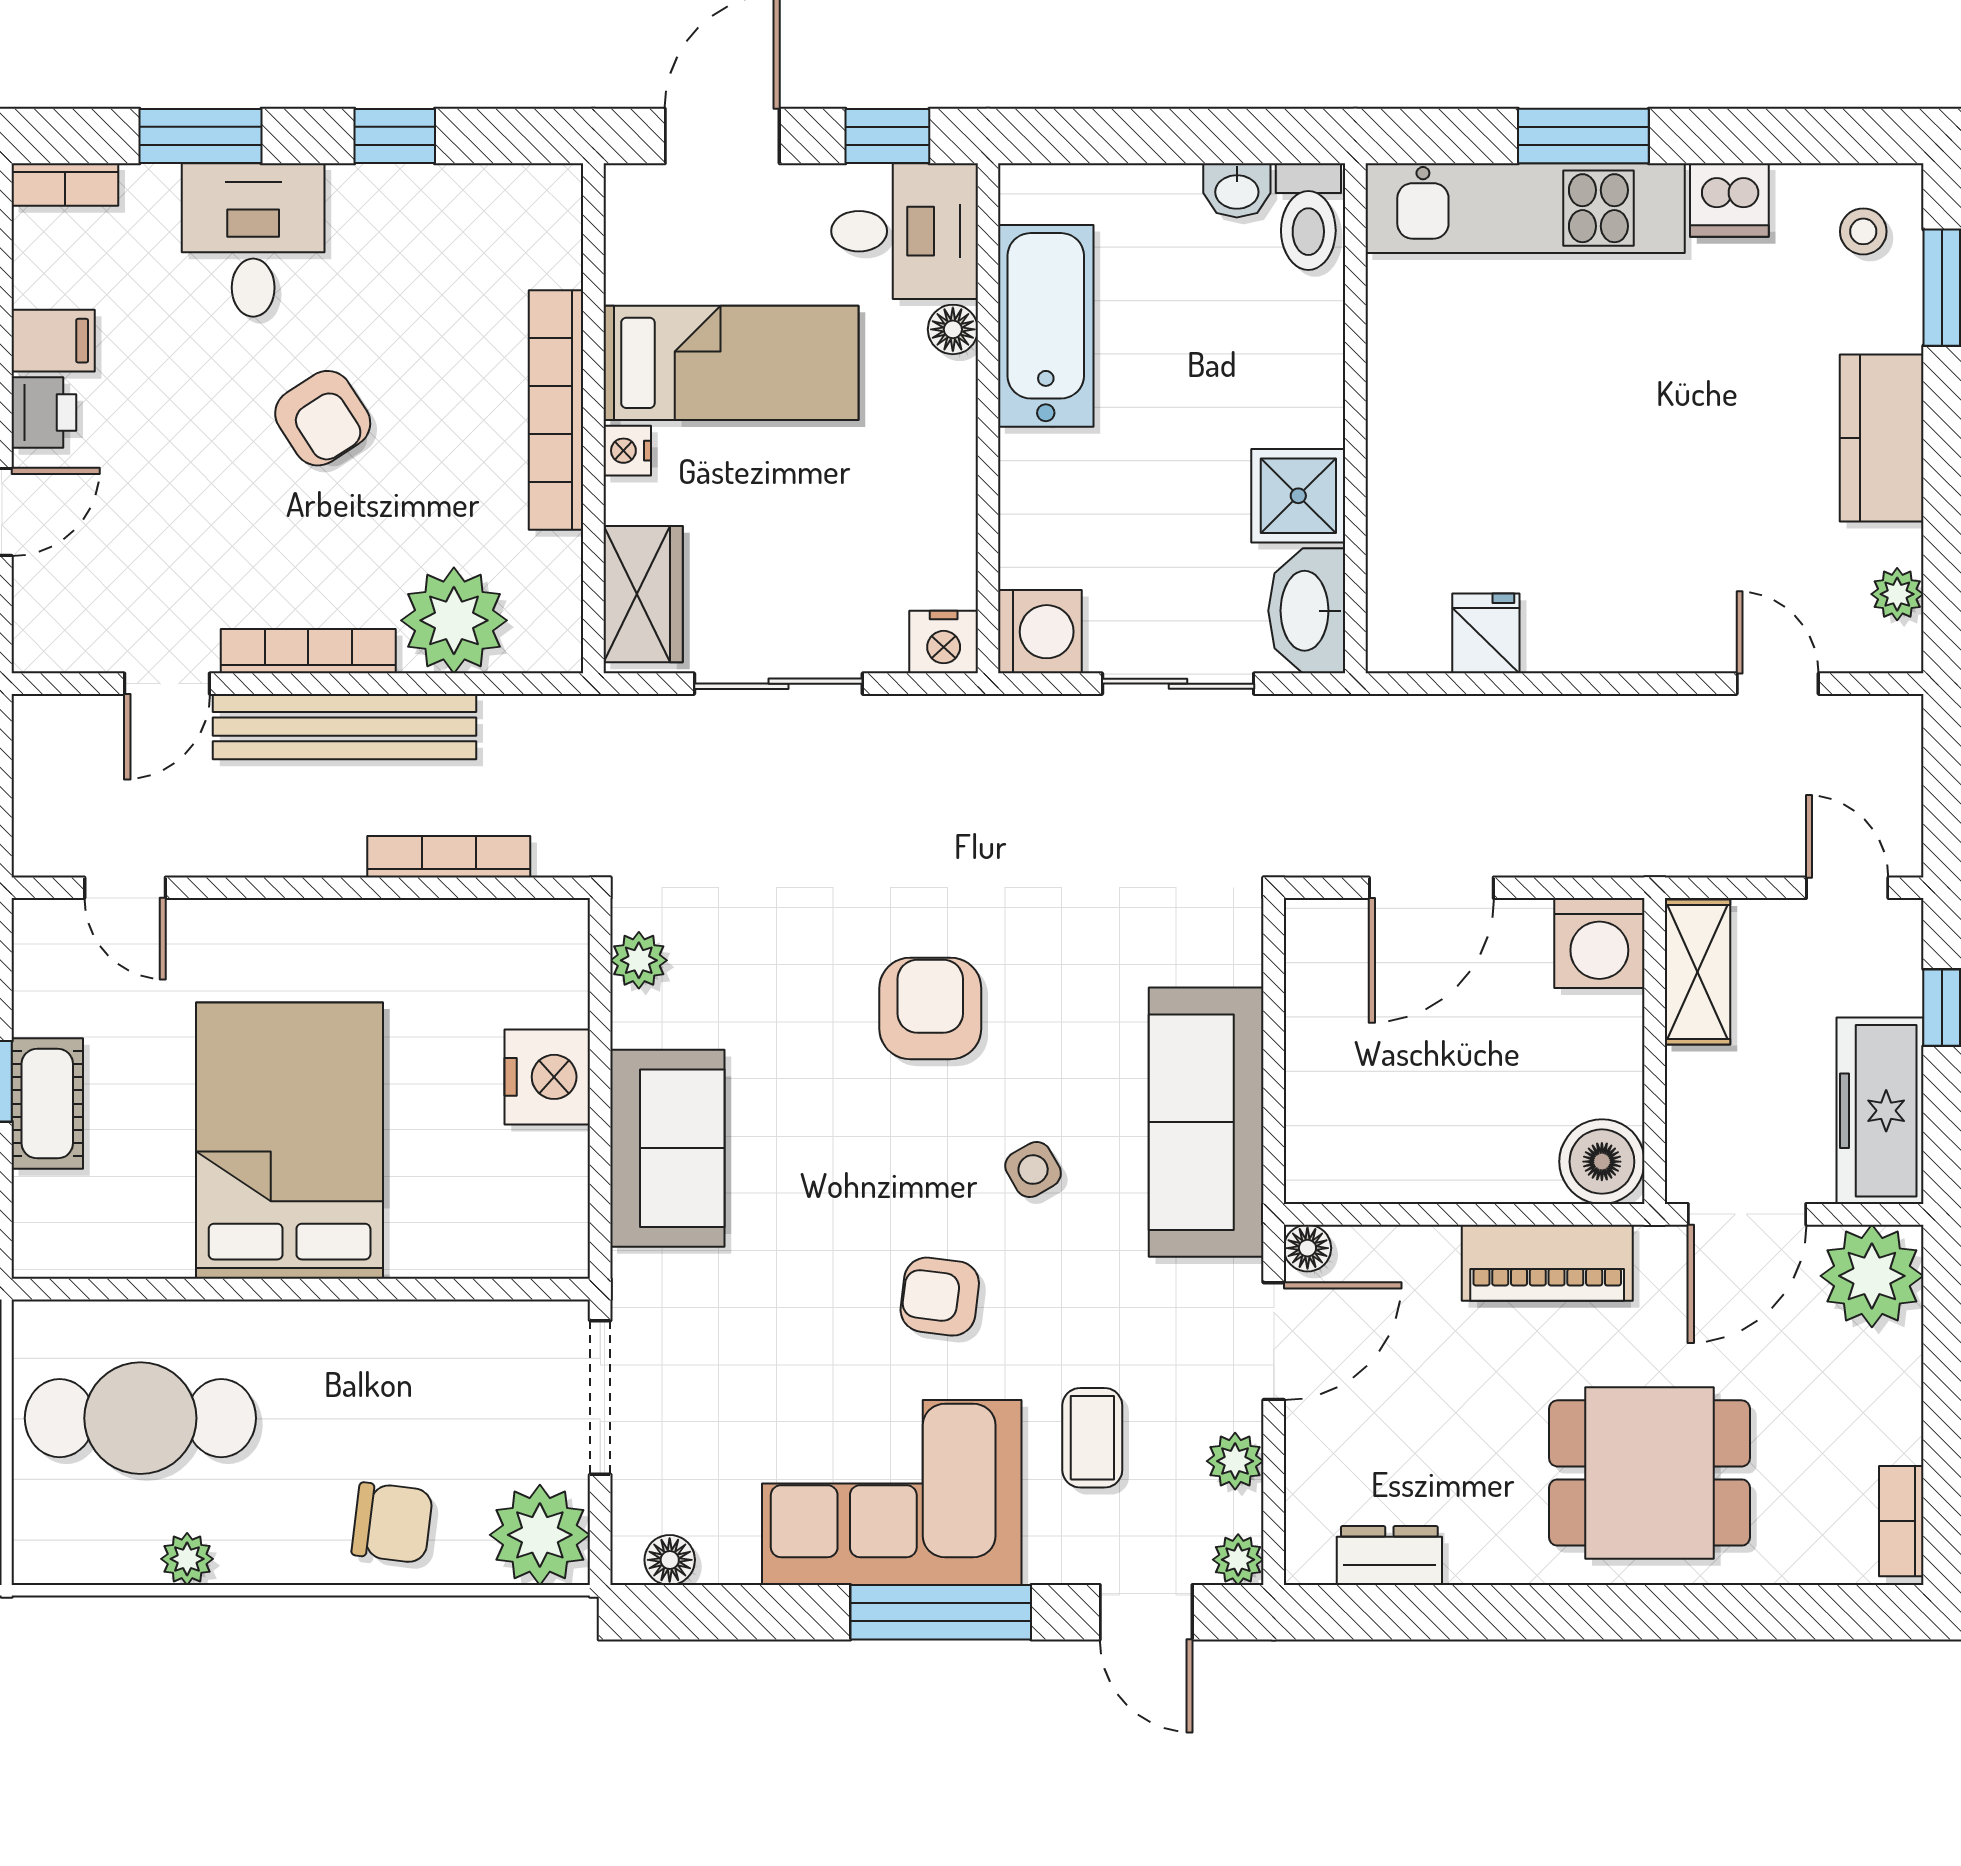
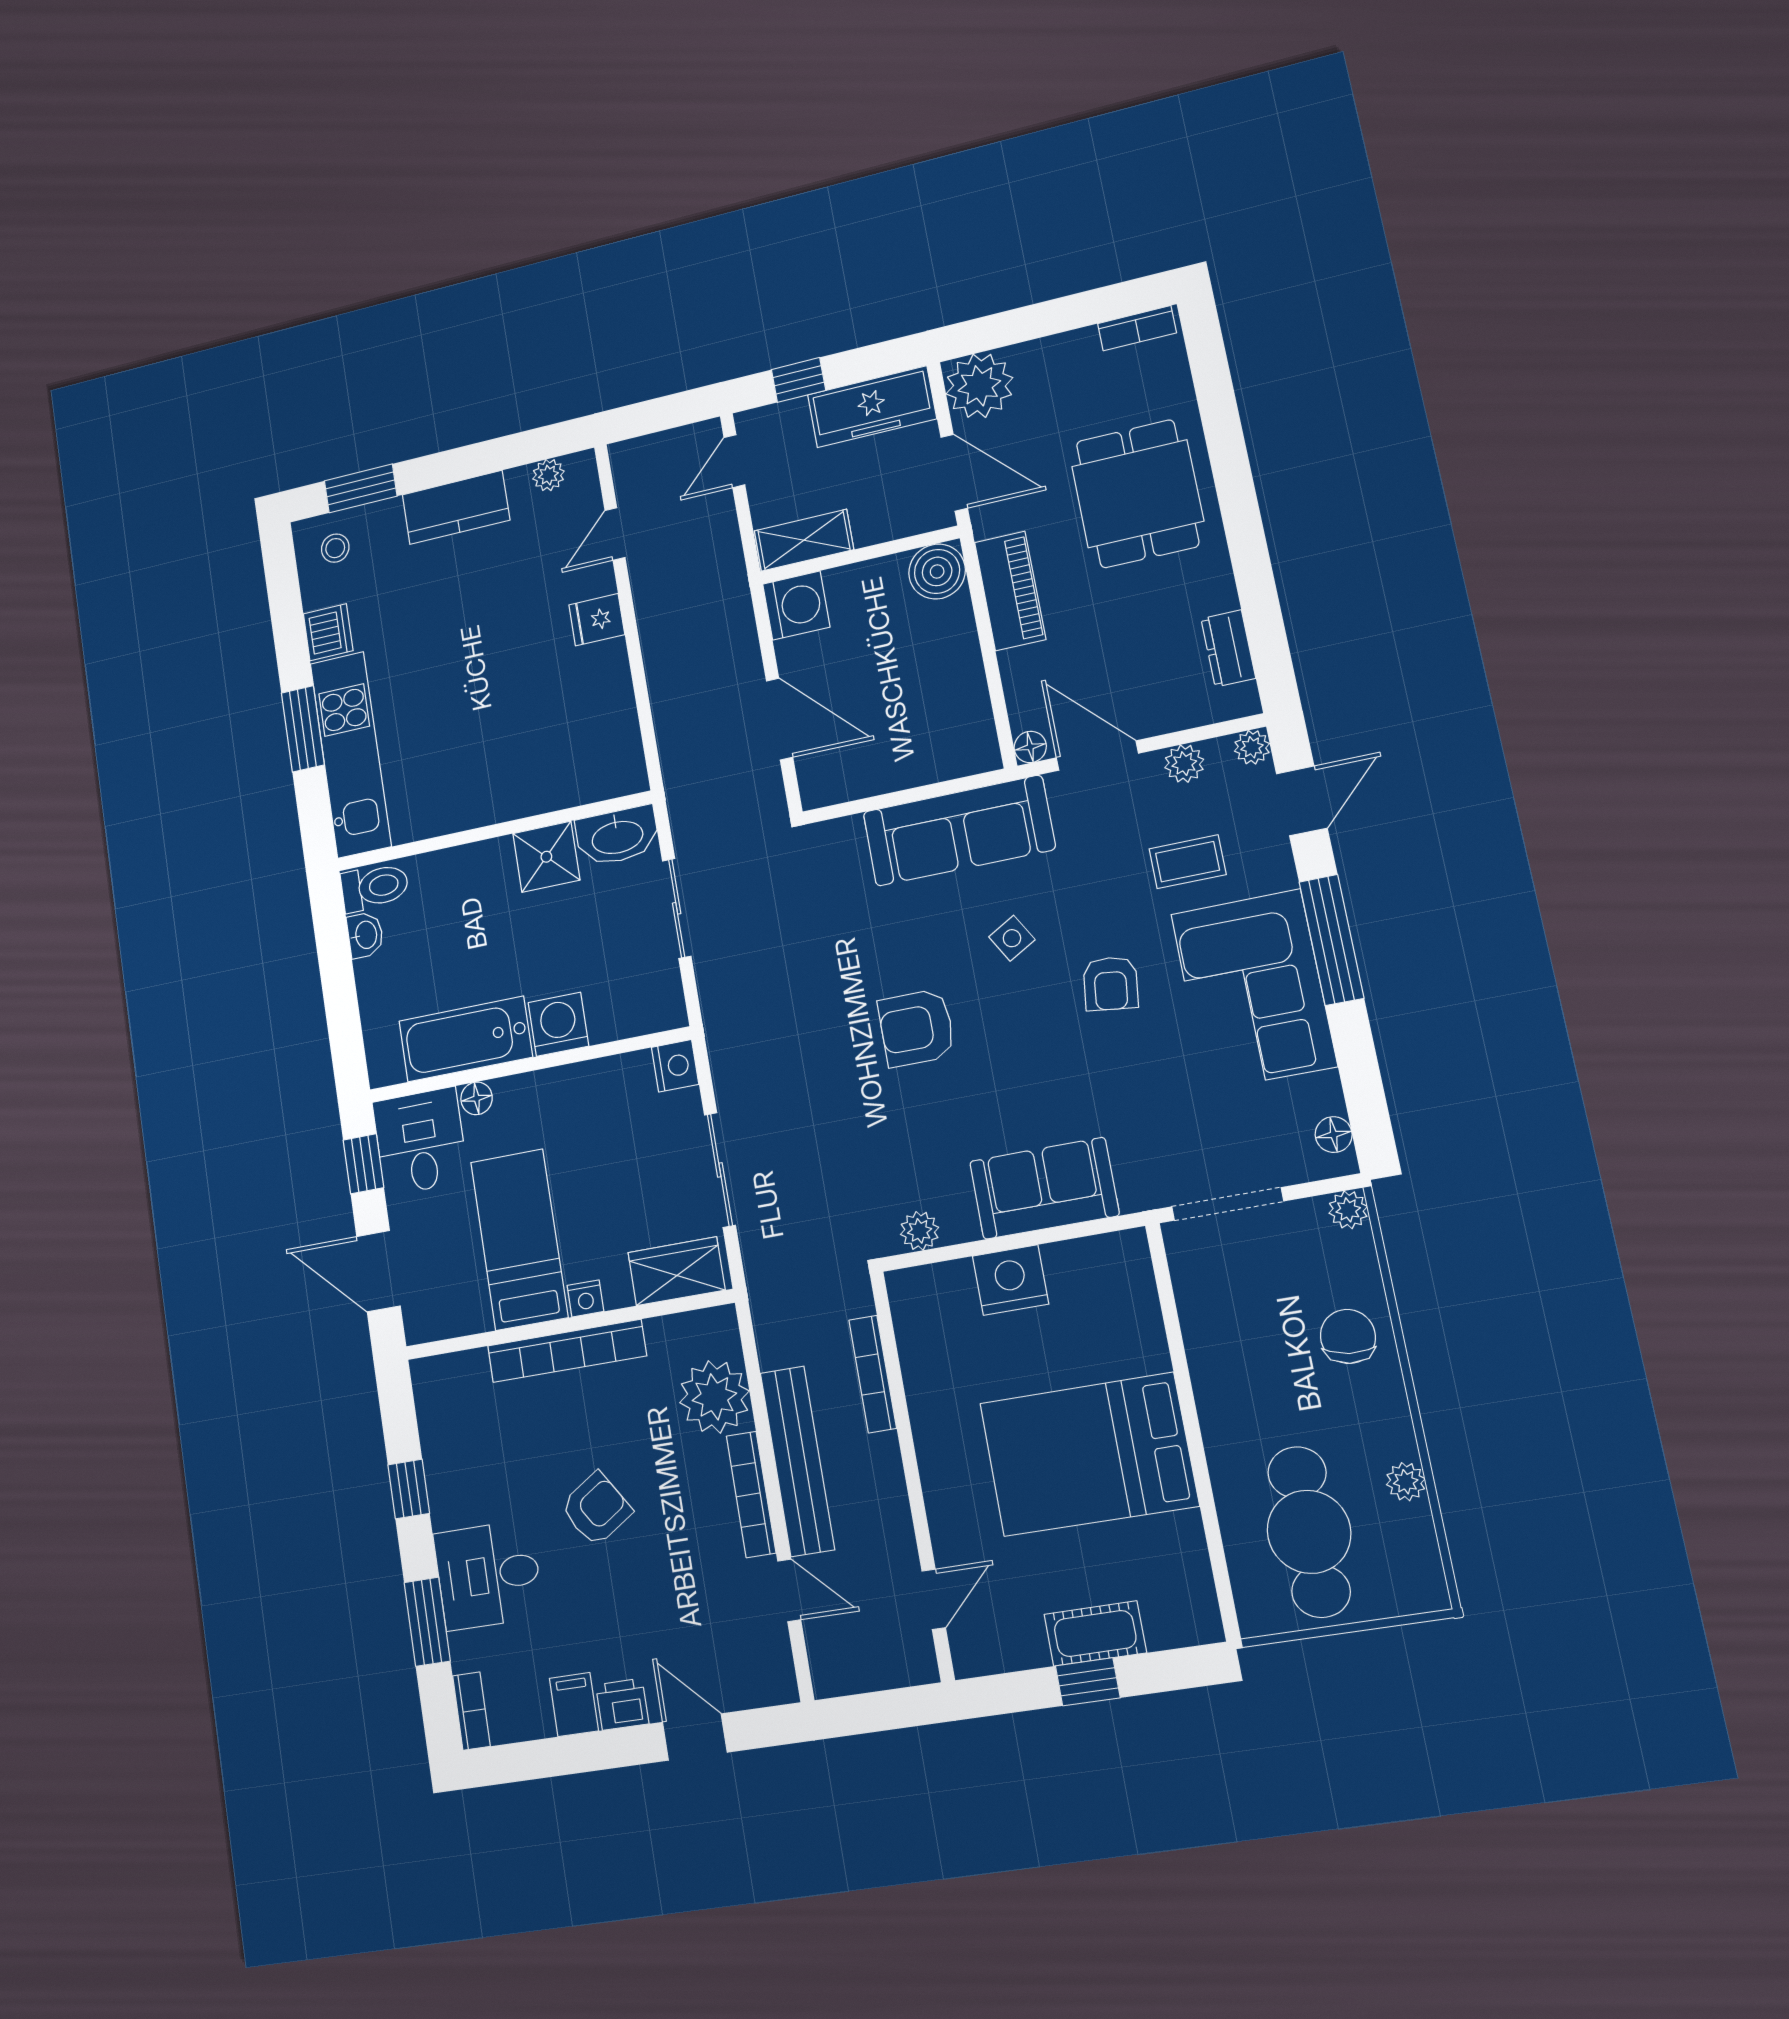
washing machine: (1040, 632) -> (558, 1024), moved
fridge: (1486, 633) -> (597, 620), moved
plant: (540, 1535) -> (1348, 1210), width x0.53, depth x0.53

